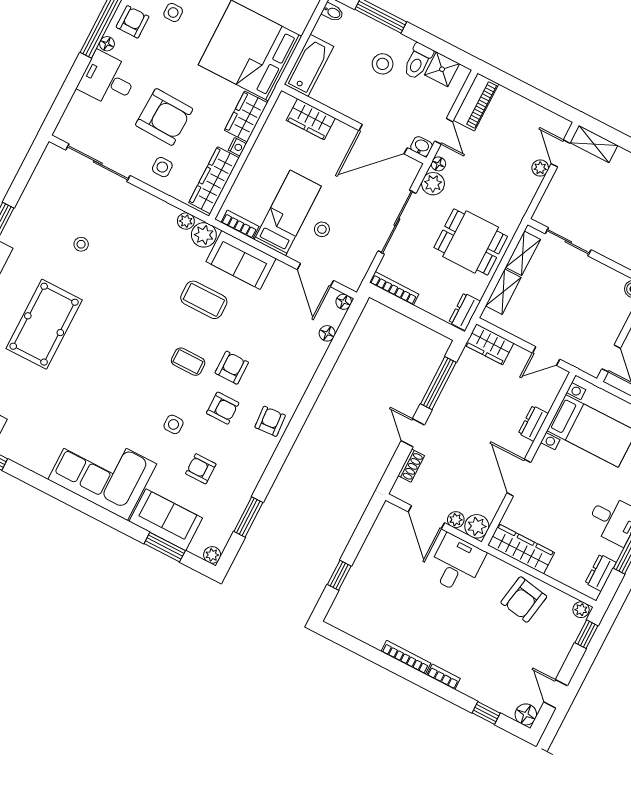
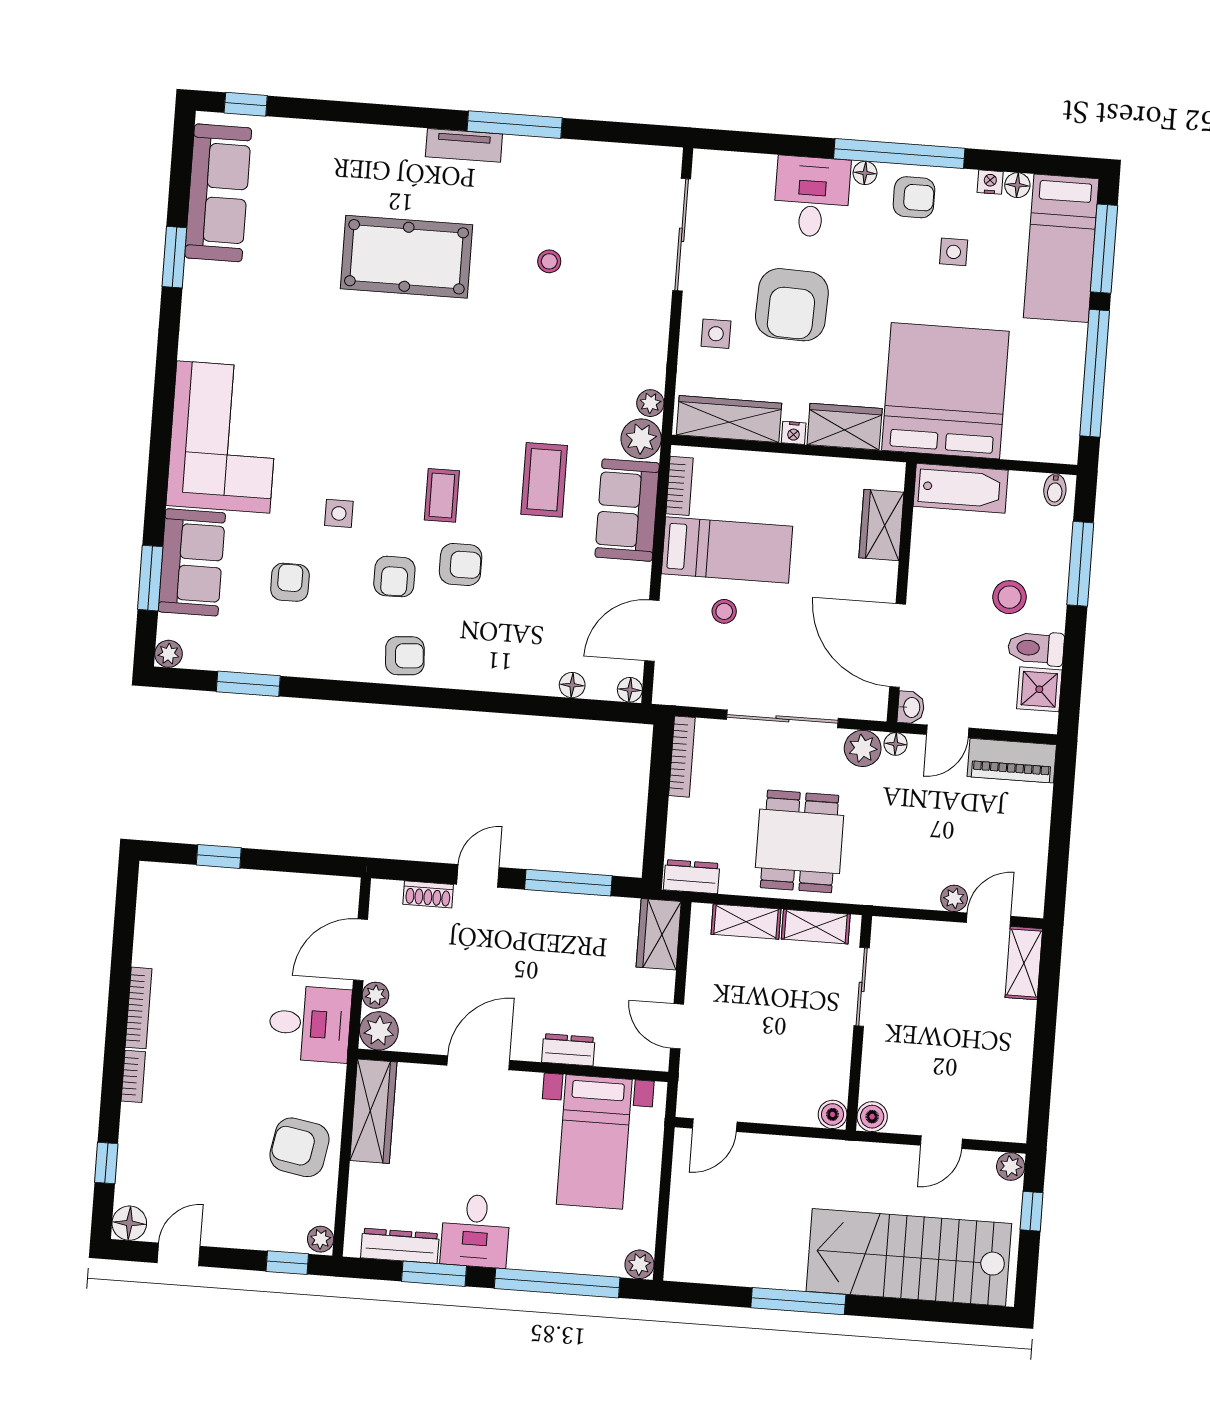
dresser: (601, 573) -> (400, 1246), width x1.44

